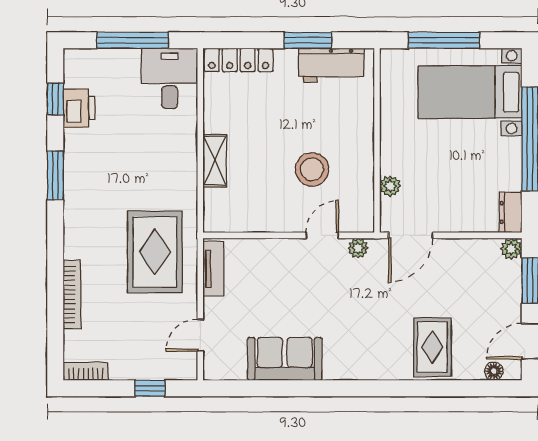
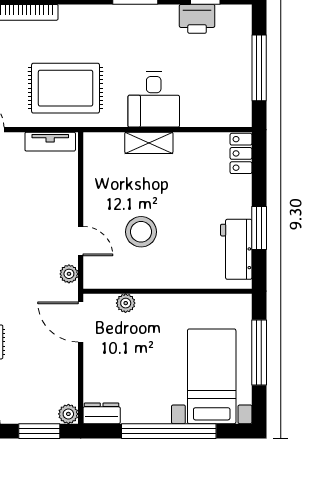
locker: (239, 60) -> (241, 153), width x0.66
desk: (170, 78) -> (154, 100), moved, turned 90

